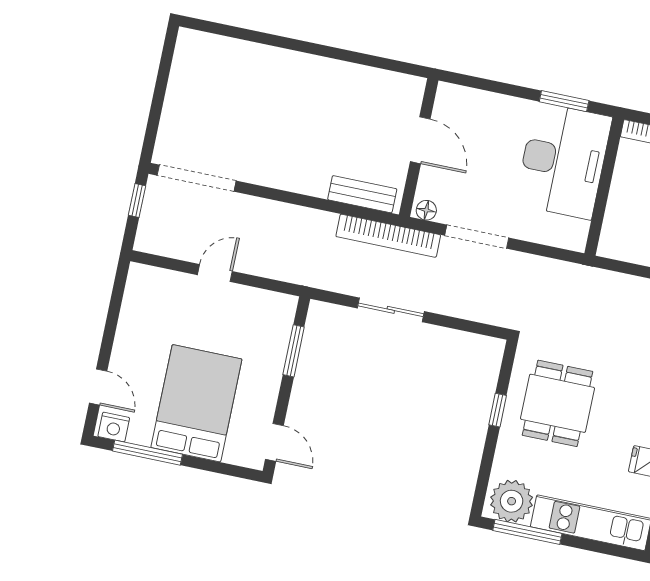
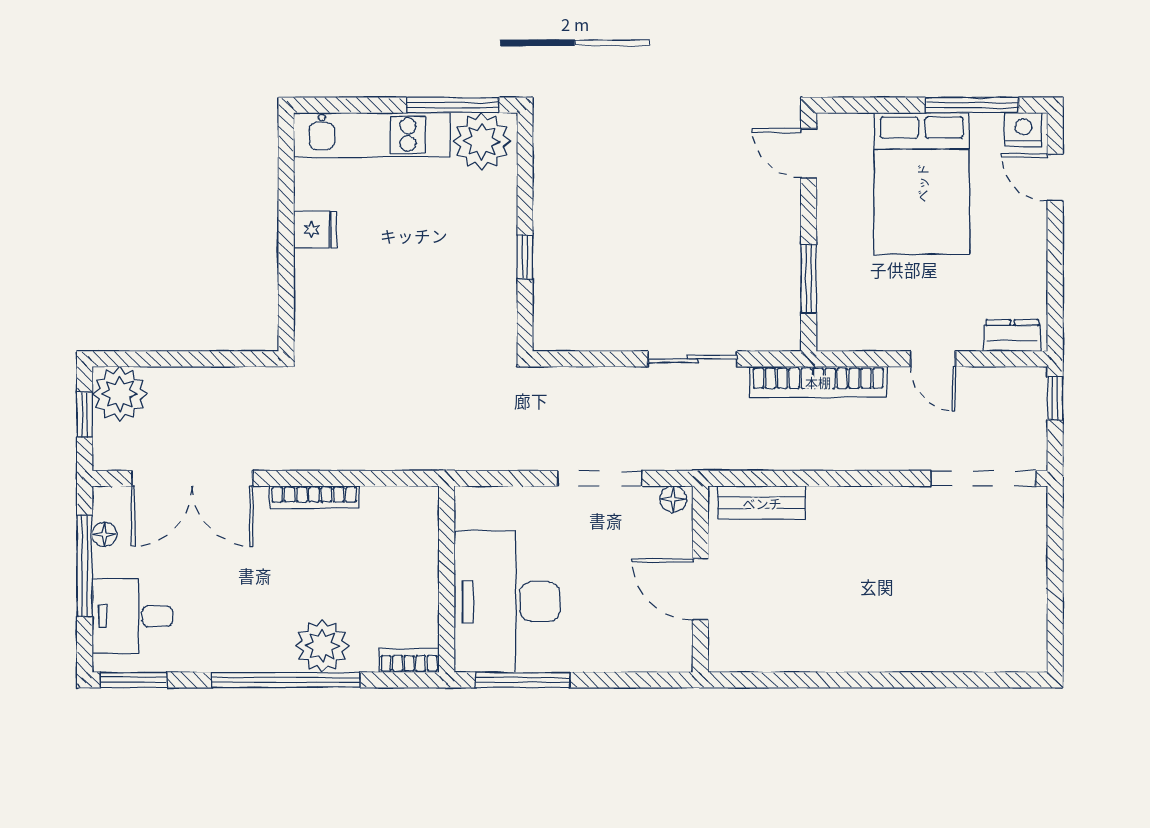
window: (564, 101) -> (523, 680), width x1.44
window: (137, 200) -> (1055, 398), moved
bookcase: (388, 236) -> (818, 382), moved, turned 180
door: (215, 273) -> (933, 359), hinge flipped
dresser: (153, 278) -> (1012, 336), added
dining table: (557, 403) -> (448, 282), removed

